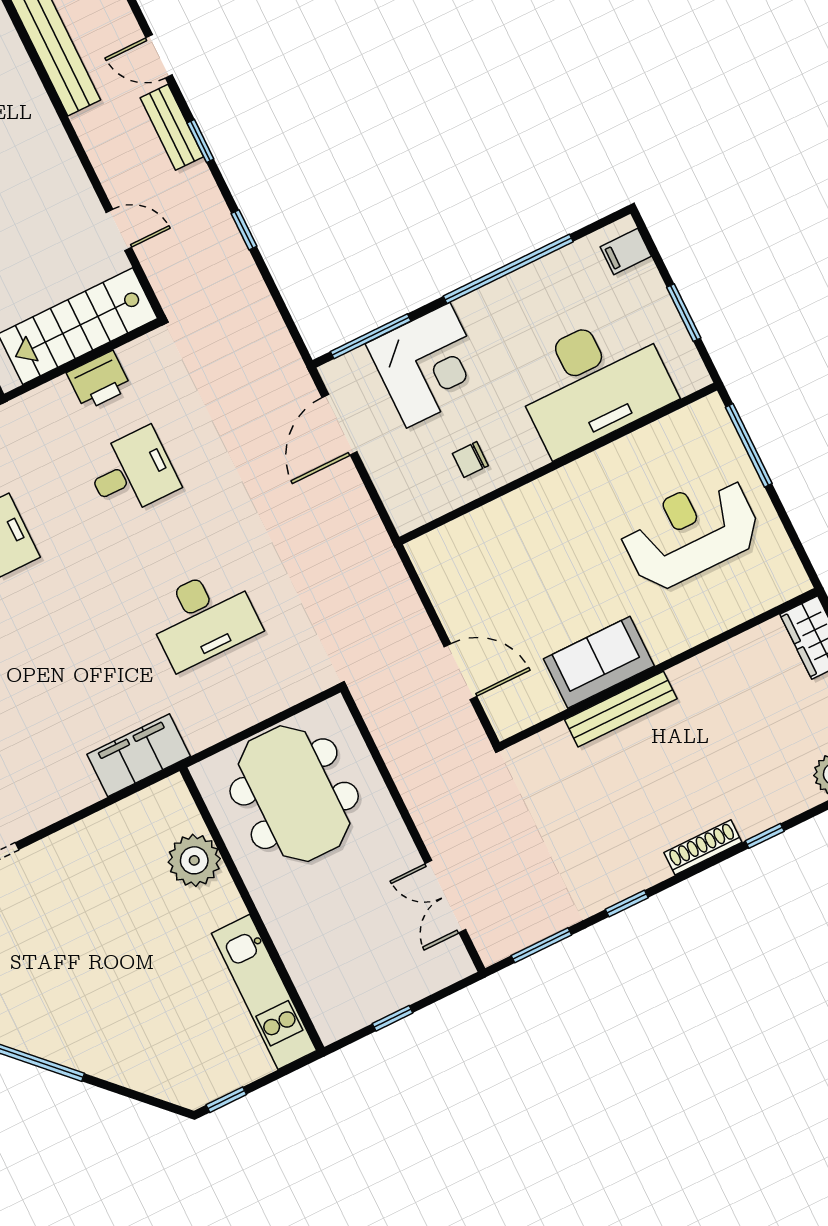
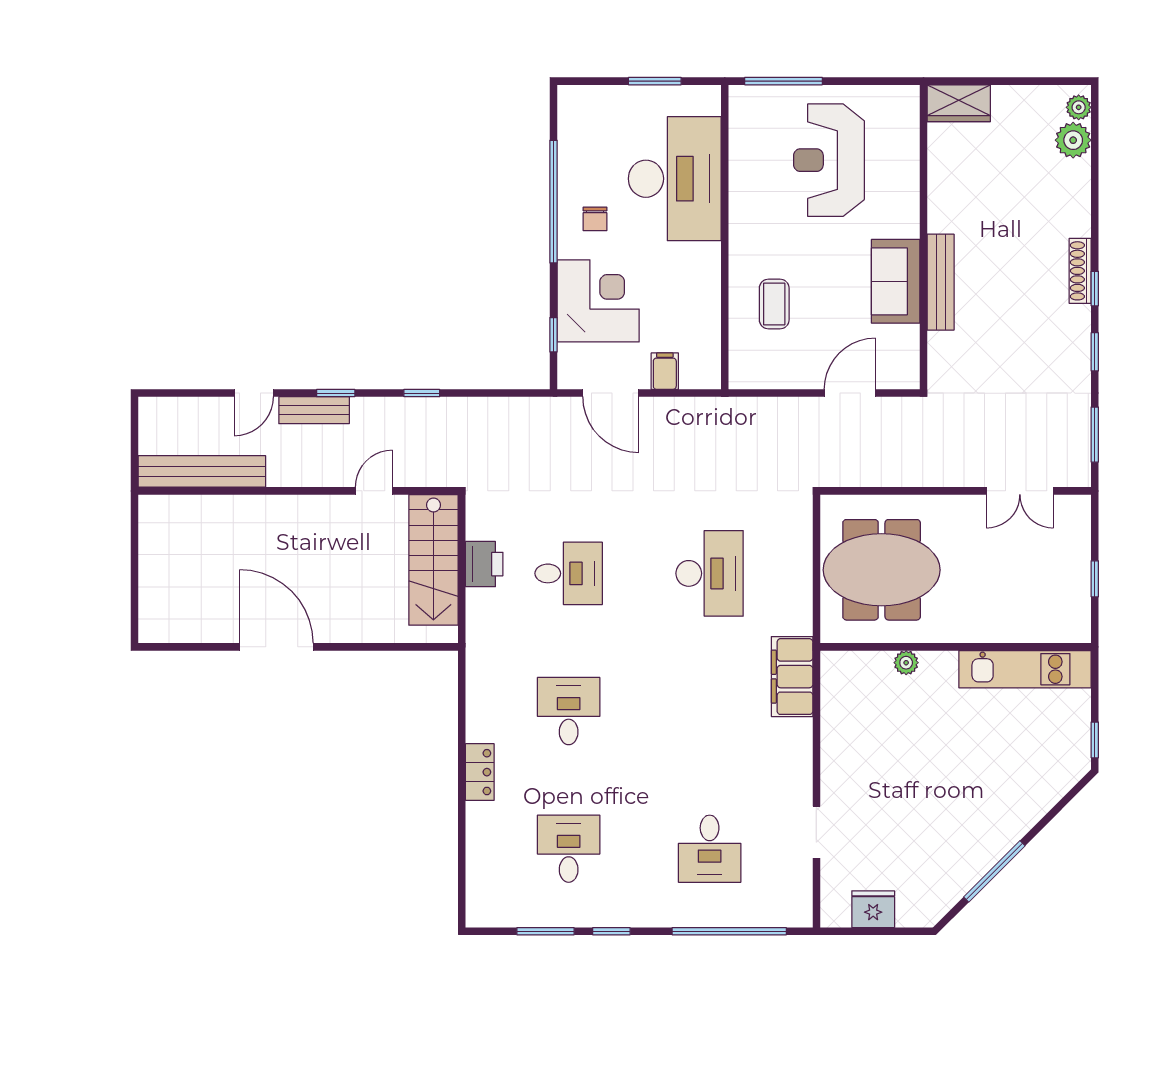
filing cabinet: (626, 251) -> (665, 371), moved, turned 180
window: (371, 336) -> (553, 335), width x0.46
chair: (470, 460) -> (595, 219), moved
desk: (132, 473) -> (569, 573), turned 90
coffee table: (514, 548) -> (774, 304), added
window: (765, 836) -> (1095, 289), moved
plant: (194, 860) -> (906, 663), width x0.53, depth x0.53

